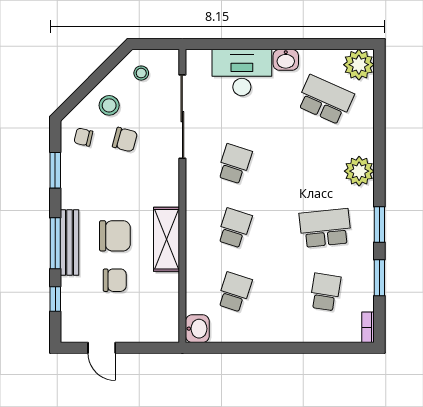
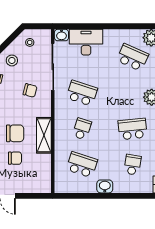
washbasin: (286, 60) -> (61, 35), moved
chair: (125, 140) -> (30, 90), moved
school desk: (234, 164) -> (82, 93), width x1.85
school desk: (234, 292) -> (82, 165), width x1.85
washbasin: (197, 329) -> (105, 186), moved, turned -90

